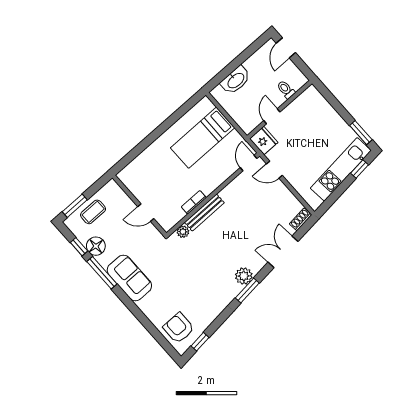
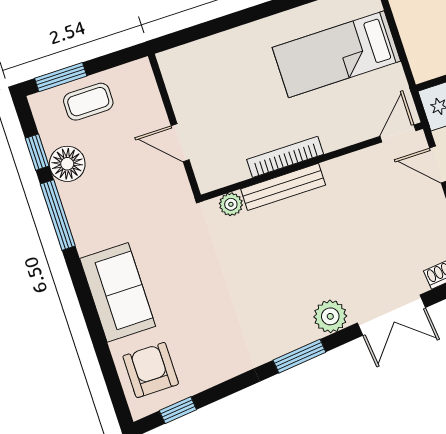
bookcase: (194, 202) -> (285, 157), width x1.56
double door: (283, 252) -> (391, 315), swing flipped
plant: (244, 276) -> (330, 316), moved
sofa: (129, 278) -> (118, 292), moved

